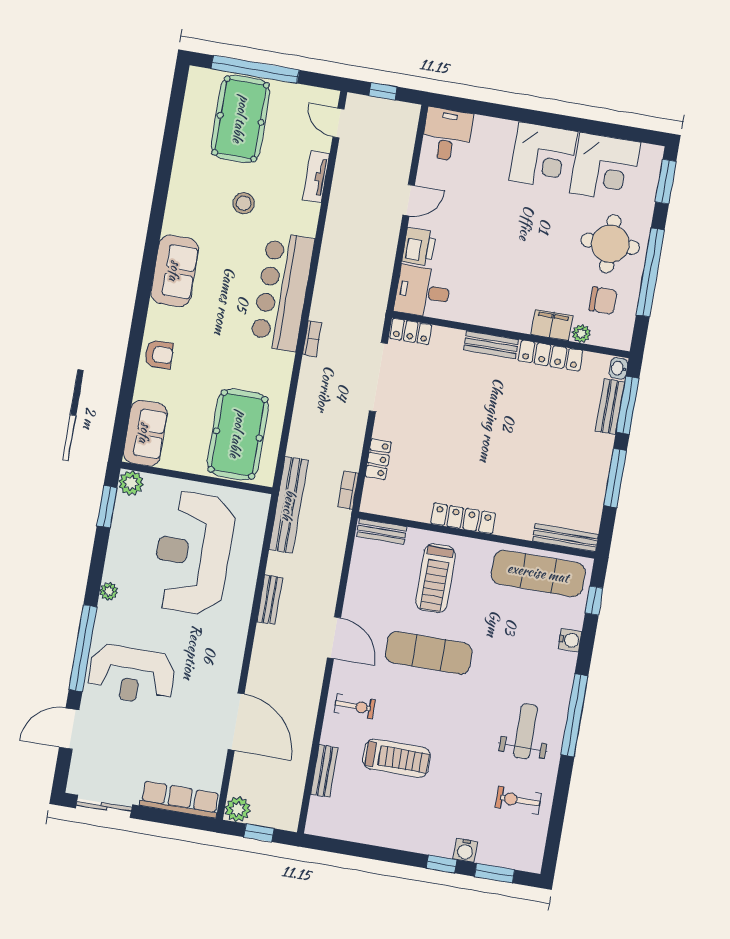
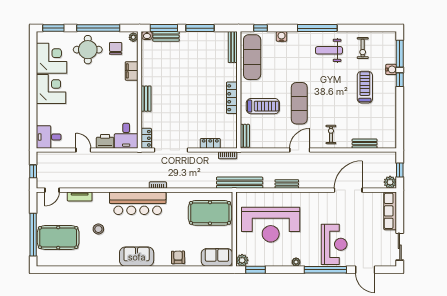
plant: (581, 334) -> (133, 37), moved
locker: (550, 356) -> (146, 69), removed
treadmill: (397, 758) -> (365, 87), moved
window: (494, 873) -> (400, 54), width x1.44

